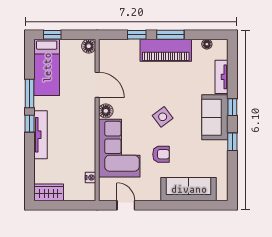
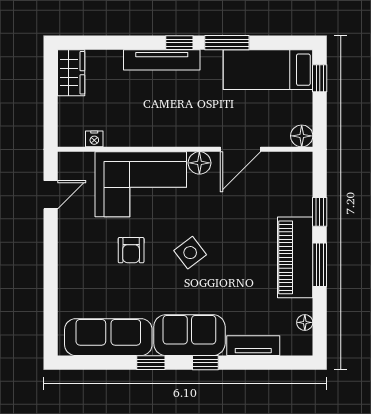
sofa: (189, 189) -> (108, 337), moved, turned -90

